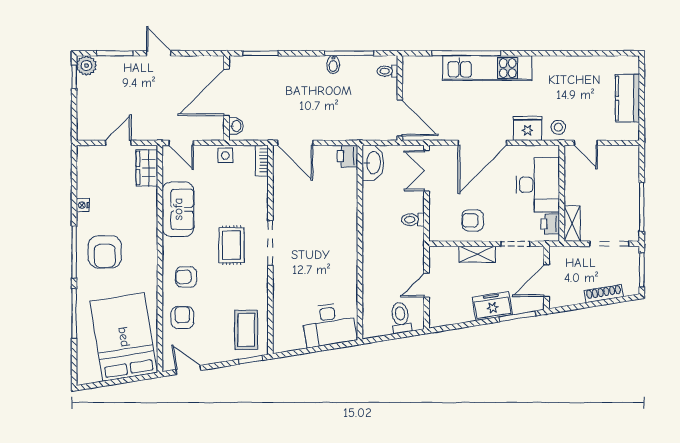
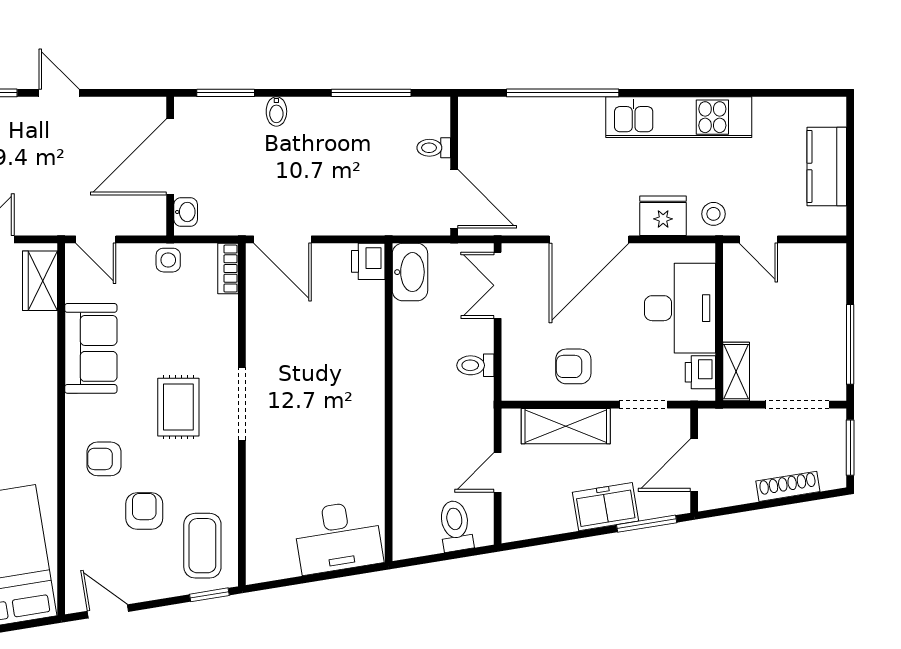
bidet: (333, 65) -> (276, 111), moved
kitchen unit: (487, 68) -> (679, 117), moved
toilet: (387, 71) -> (434, 148), moved
shelving: (477, 254) -> (566, 426), width x1.50, depth x1.33
armchair: (182, 318) -> (144, 511), moved

